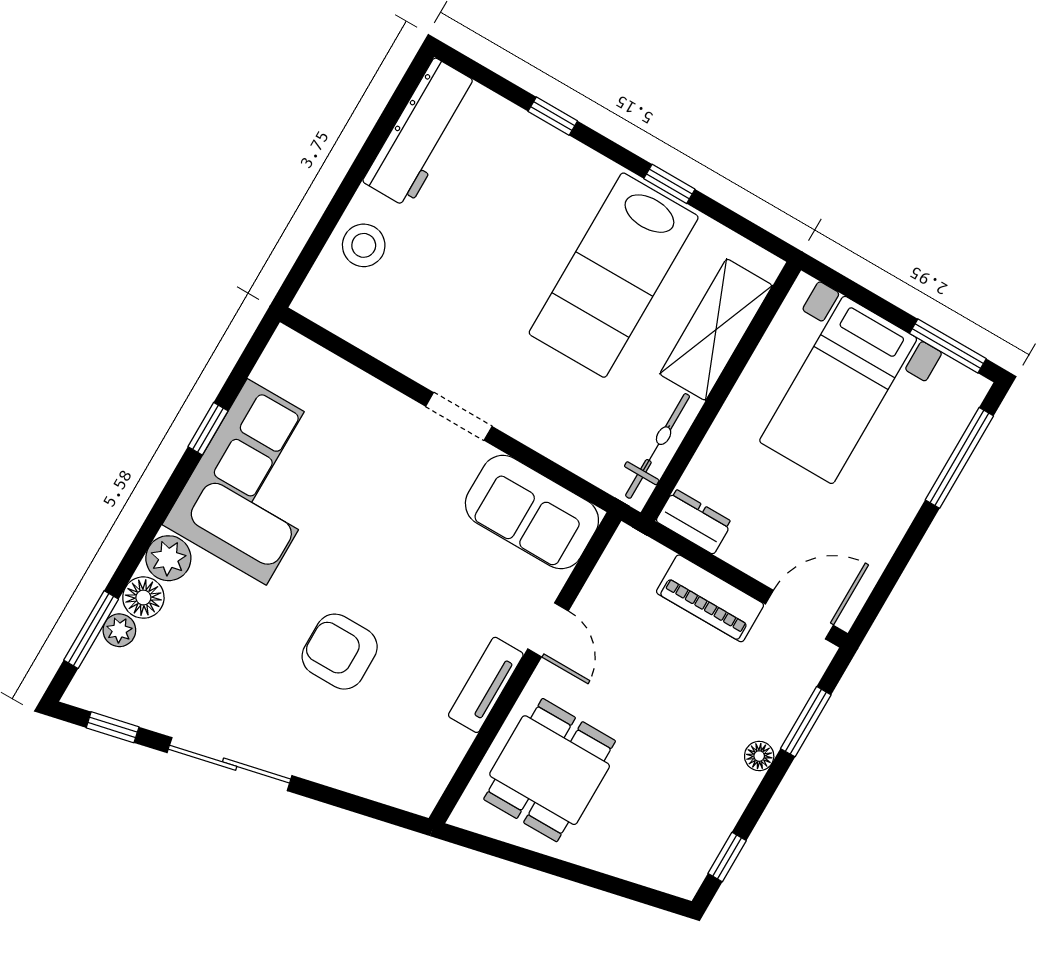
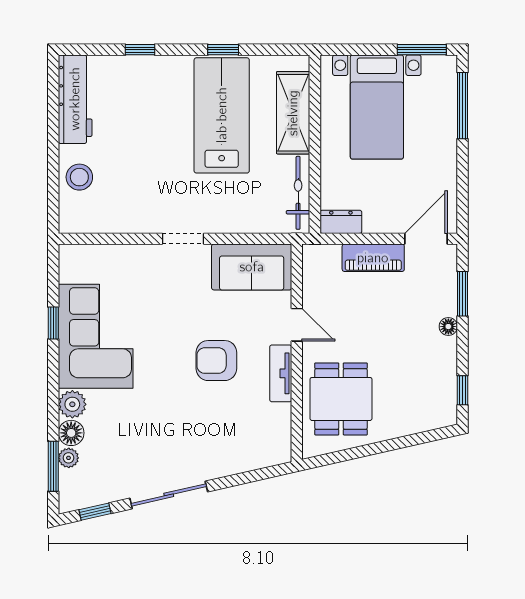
lab bench: (614, 275) -> (222, 115), turned 180
armchair: (340, 652) -> (216, 361), moved

